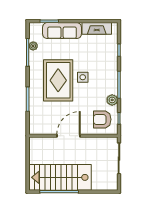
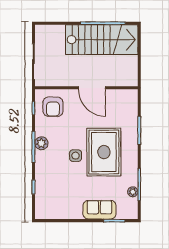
fireplace: (97, 28) -> (59, 212), removed
sofa: (62, 31) -> (99, 210), width x0.73
plant: (112, 100) -> (41, 143), moved
armchair: (102, 119) -> (53, 107), turned 90
door: (69, 136) -> (92, 88), hinge flipped

